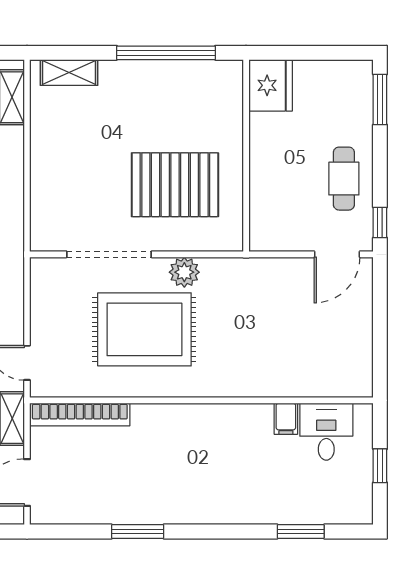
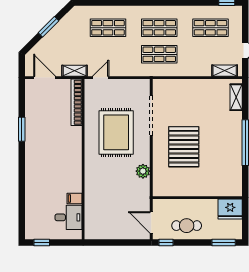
fridge: (271, 85) -> (230, 209), moved
wall: (246, 156) -> (197, 198), moved
plant: (184, 272) -> (143, 171), moved
window: (380, 466) -> (42, 242), moved
window: (301, 532) -> (22, 205), removed

